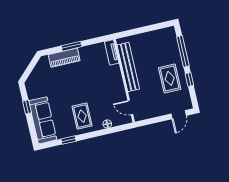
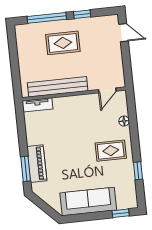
window: (72, 46) -> (26, 169), moved
rug: (170, 78) -> (63, 43), moved
window: (27, 107) -> (121, 213), moved
sofa: (43, 120) -> (88, 201), moved

